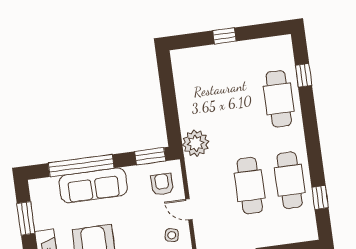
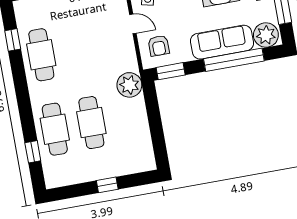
cafe table: (250, 186) -> (91, 123), moved
plant: (45, 191) -> (266, 35), added

